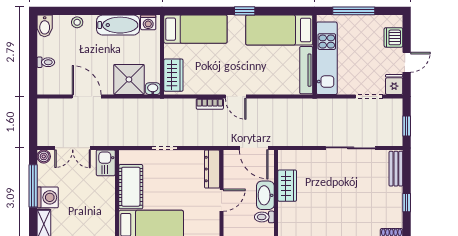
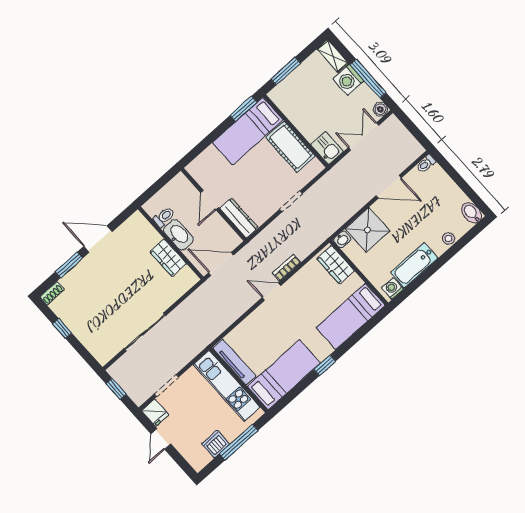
dishwasher: (393, 37) -> (216, 444), moved, turned -90
toilet: (46, 62) -> (426, 164), moved
bench: (396, 169) -> (94, 348), removed

